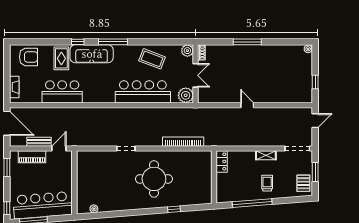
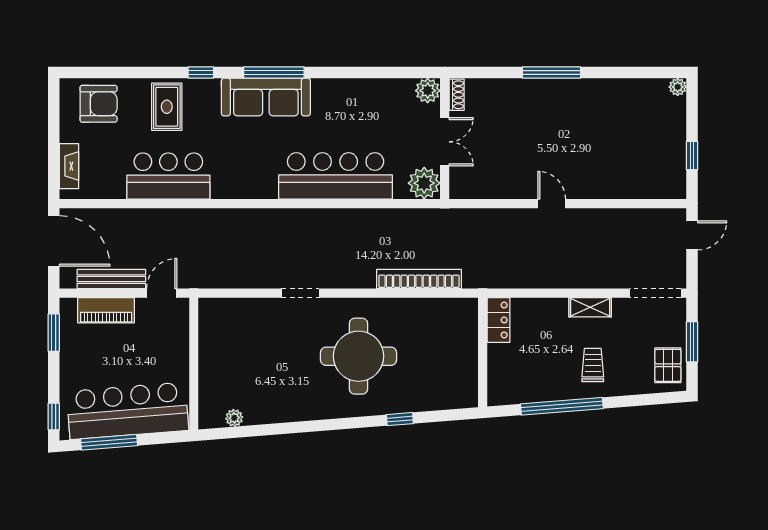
sofa: (92, 54) -> (266, 97), moved
coffee table: (152, 59) -> (354, 108), removed
bench: (39, 142) -> (111, 279), width x1.36

